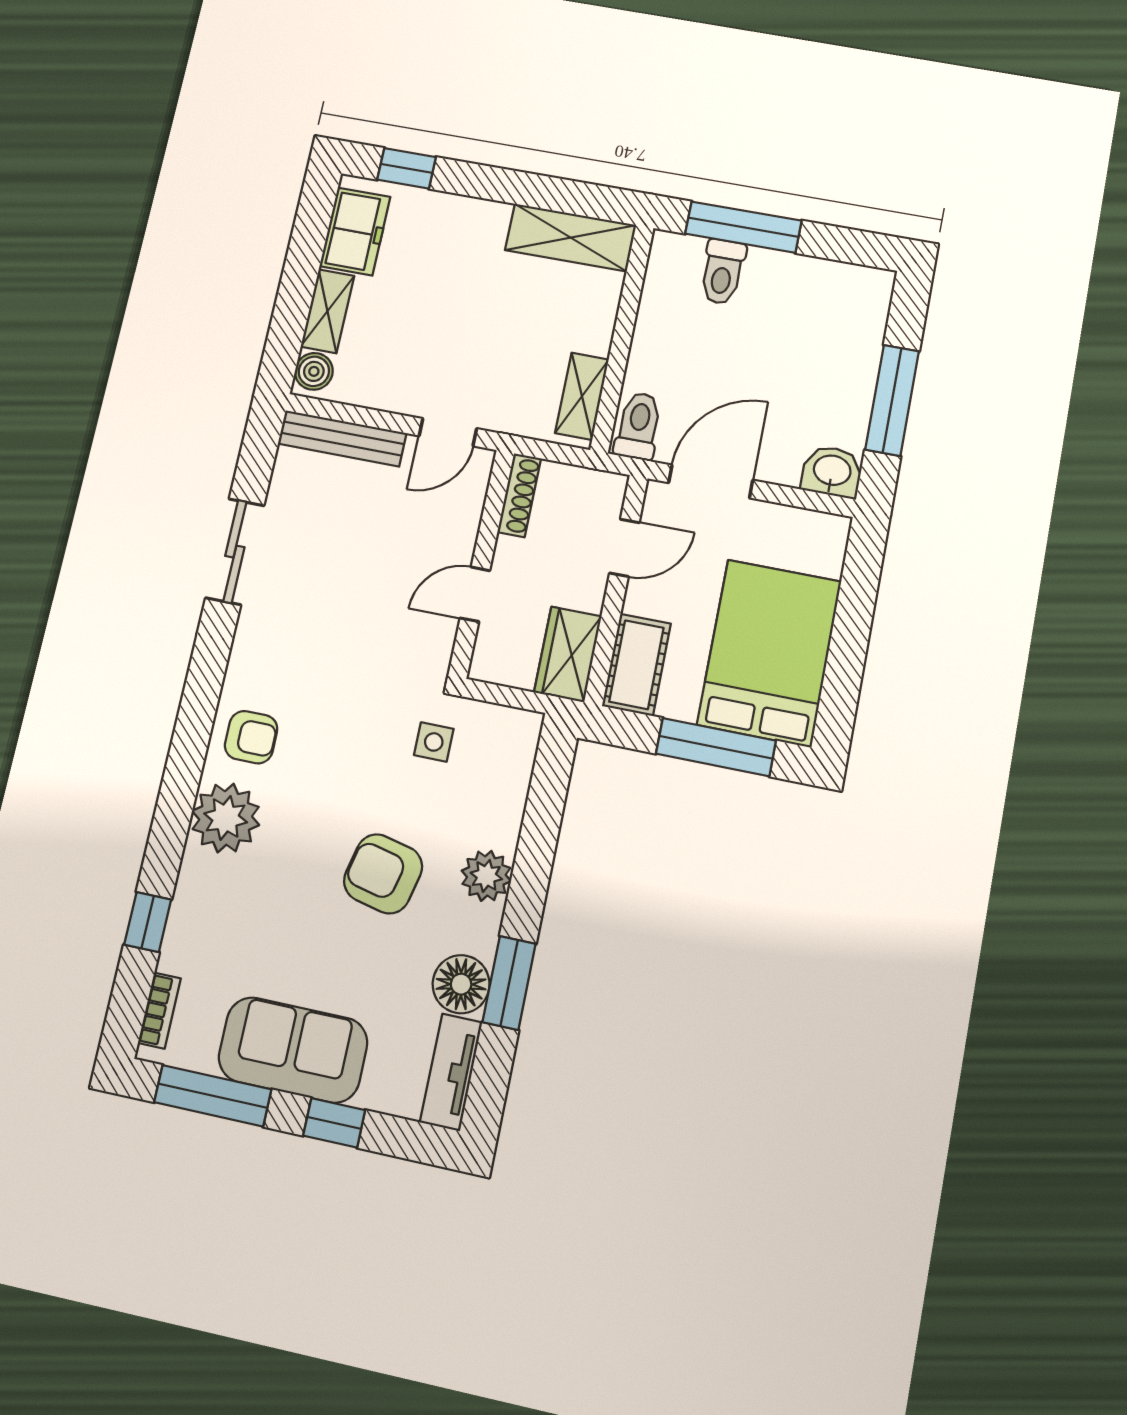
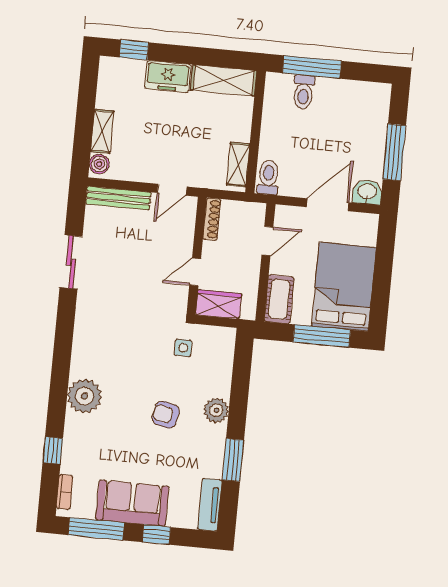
freezer: (355, 231) -> (168, 76), moved, turned 90
door: (711, 481) -> (328, 205), moved
wardrobe: (568, 654) -> (219, 304), moved, turned 90
armchair: (251, 737) -> (92, 355), removed
armchair: (383, 874) -> (166, 415), width x0.72, depth x0.72
floor lamp: (461, 984) -> (210, 463), removed

